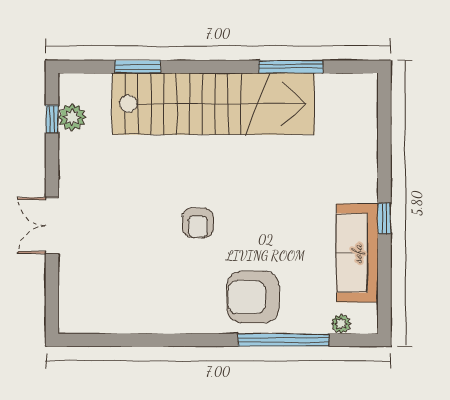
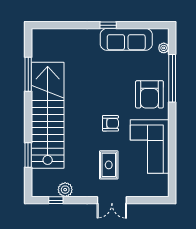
plant: (72, 117) -> (65, 190), moved
rug: (119, 220) -> (109, 165), added
corner sofa: (154, 297) -> (150, 147), added

